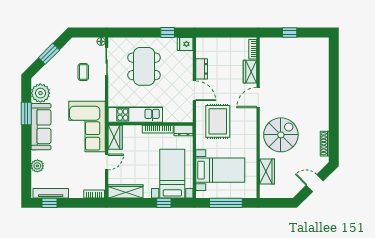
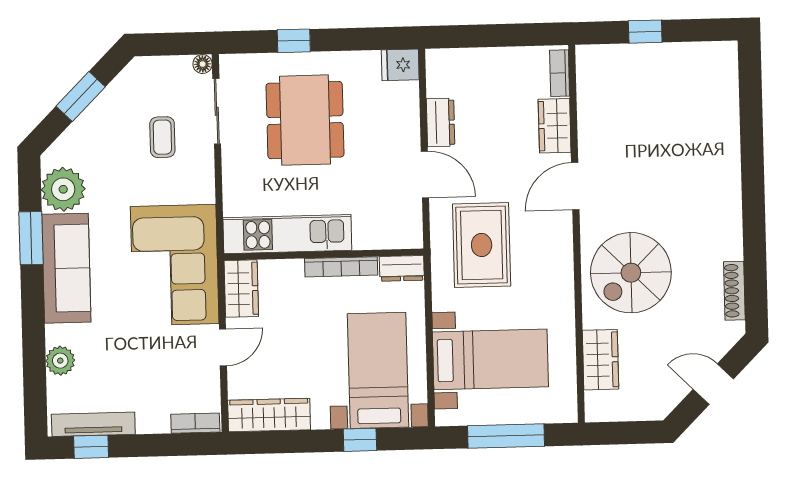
window: (168, 33) -> (294, 41), moved
spiral stairs: (281, 135) -> (631, 273), turned 180

